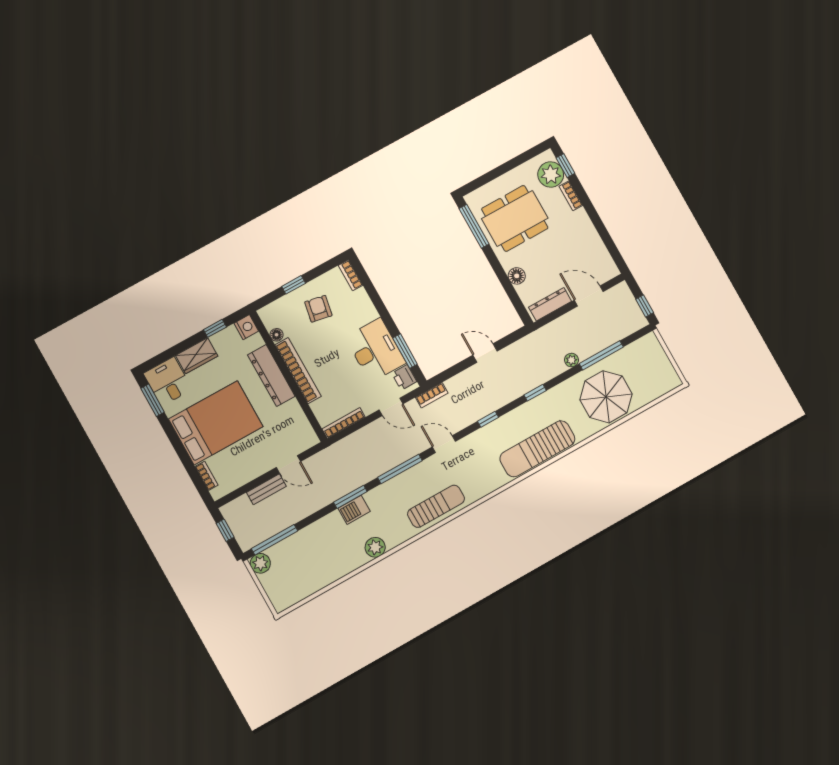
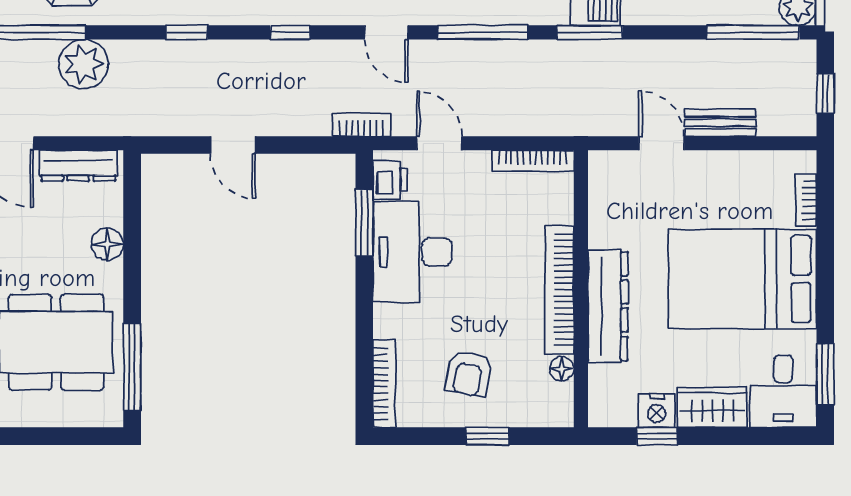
bookcase: (351, 275) -> (384, 384), width x1.56
nightstand: (246, 327) -> (657, 411), moved, turned -90
plant: (571, 360) -> (83, 64), width x1.88, depth x1.88

